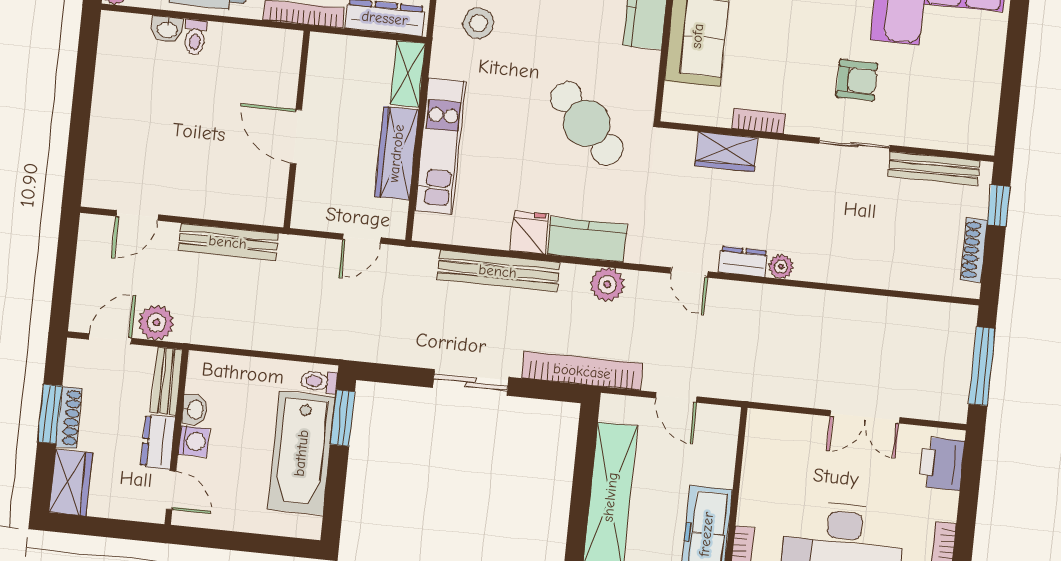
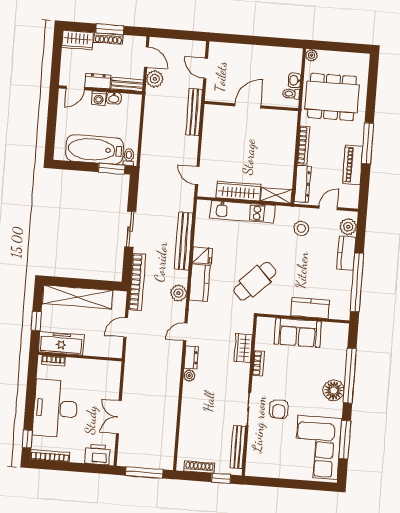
wall: (297, 129) -> (251, 106), moved
door: (296, 137) -> (248, 106), moved

